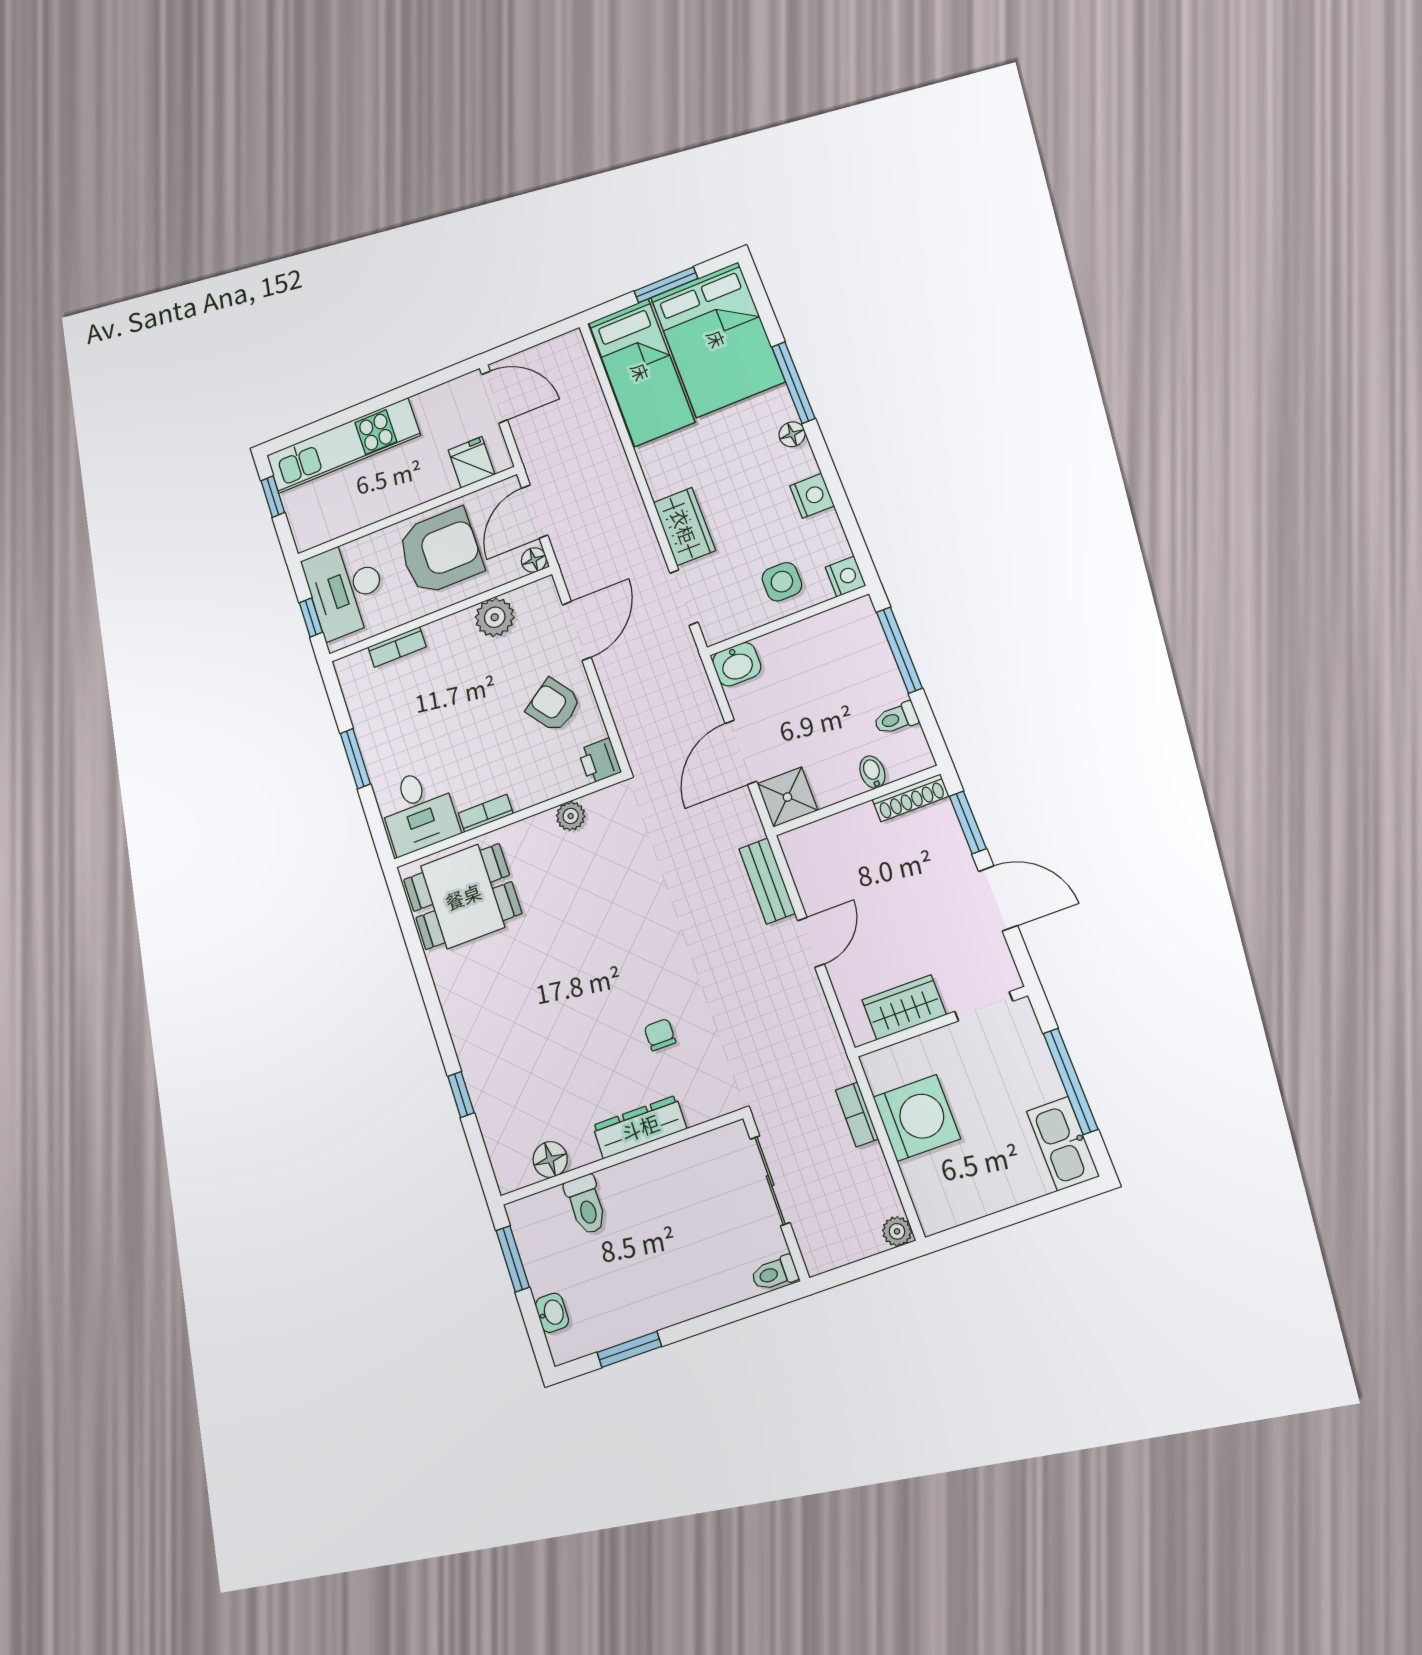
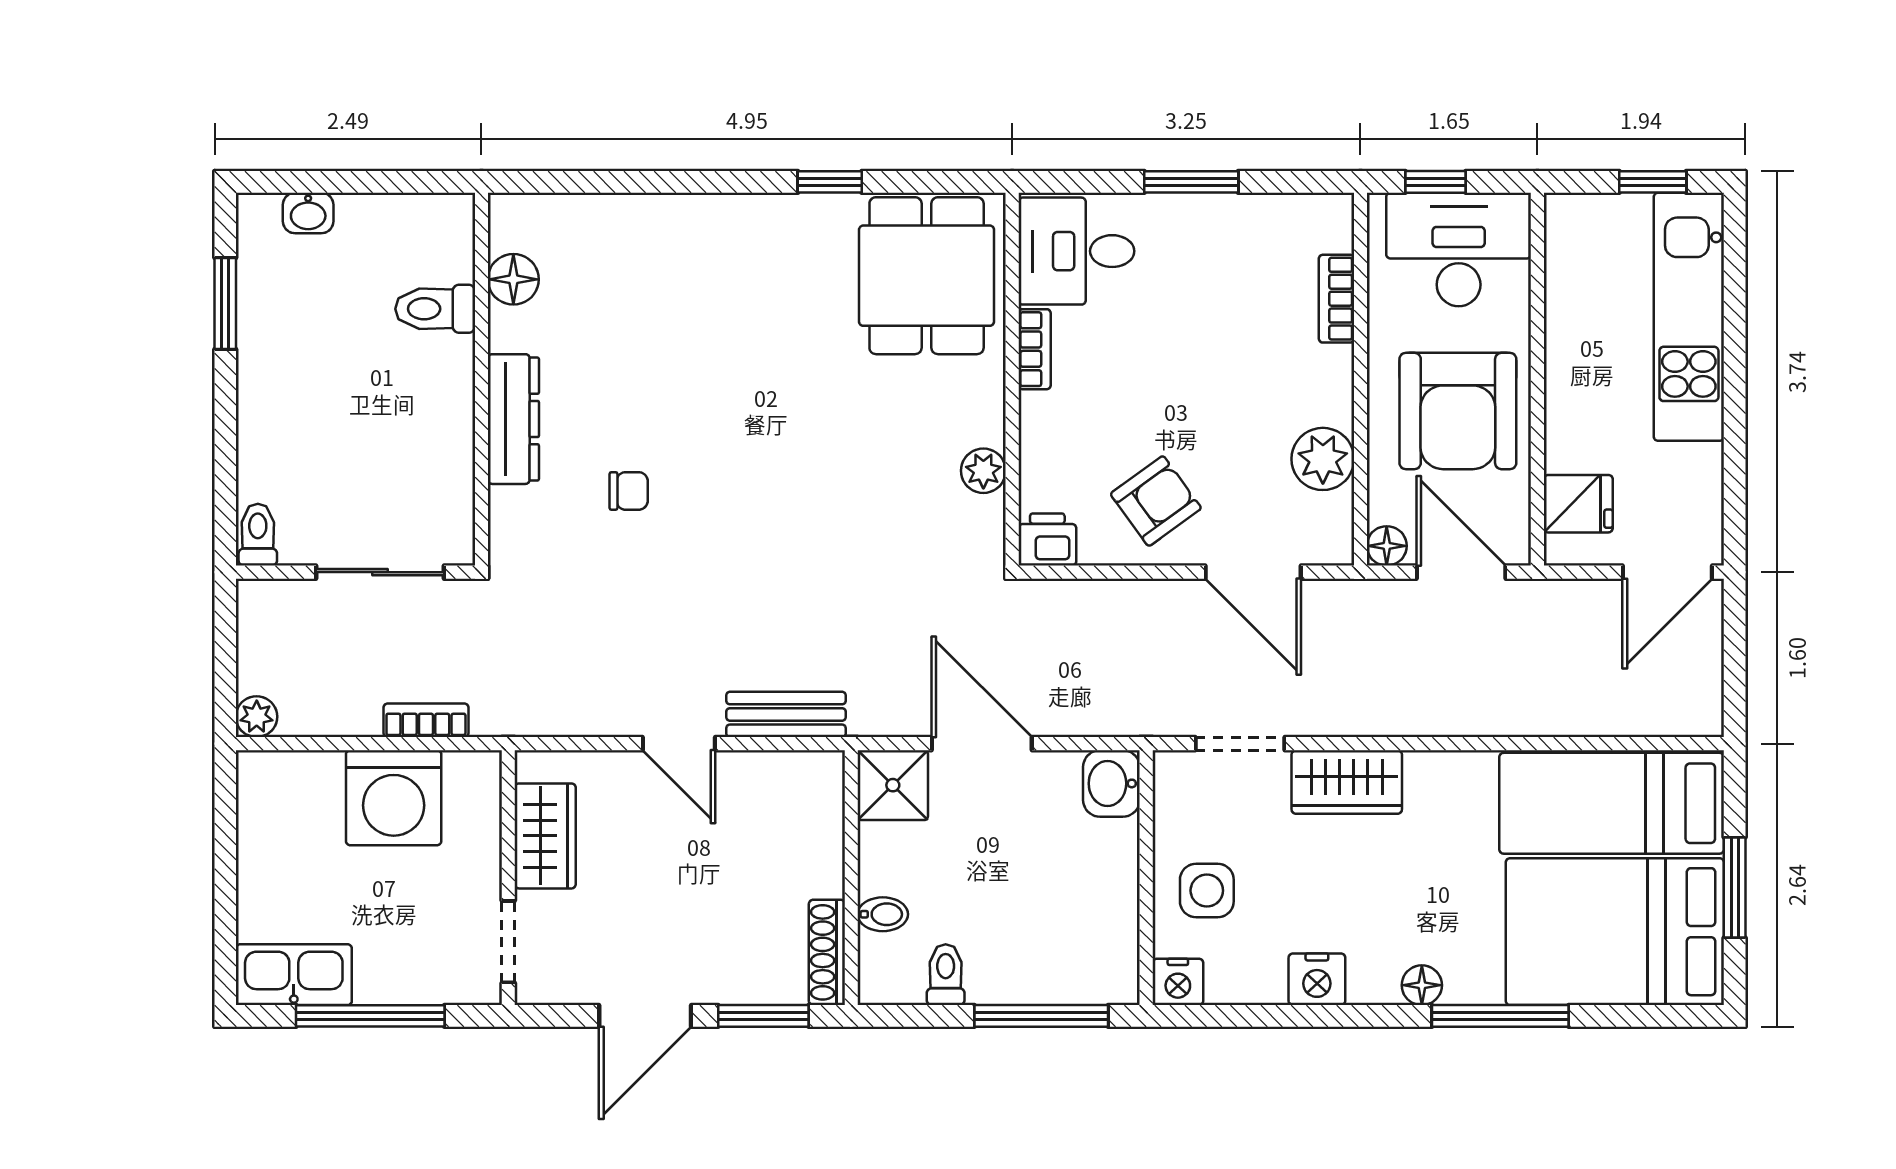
window: (461, 1094) -> (830, 182), moved
window: (513, 1259) -> (398, 182), removed

